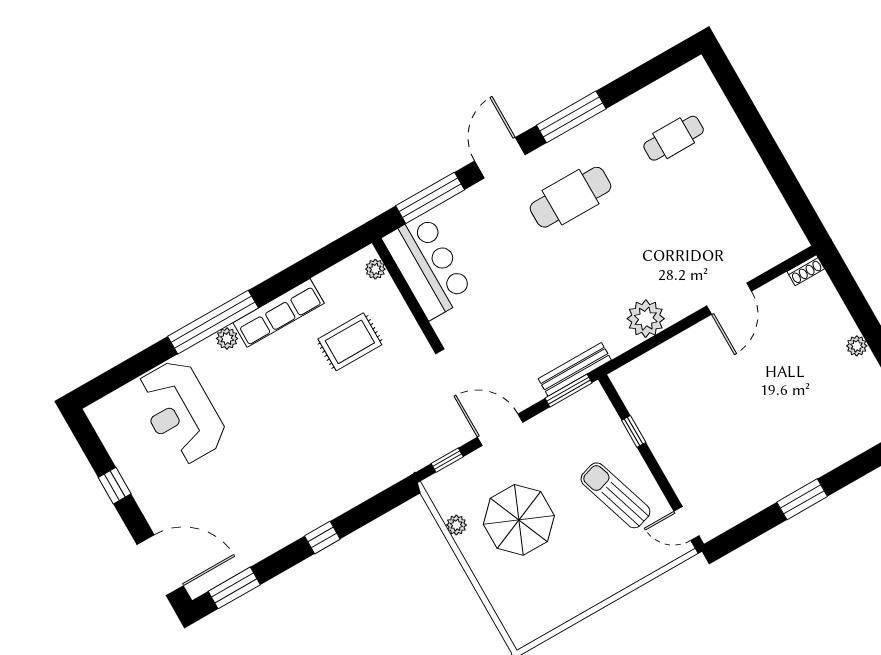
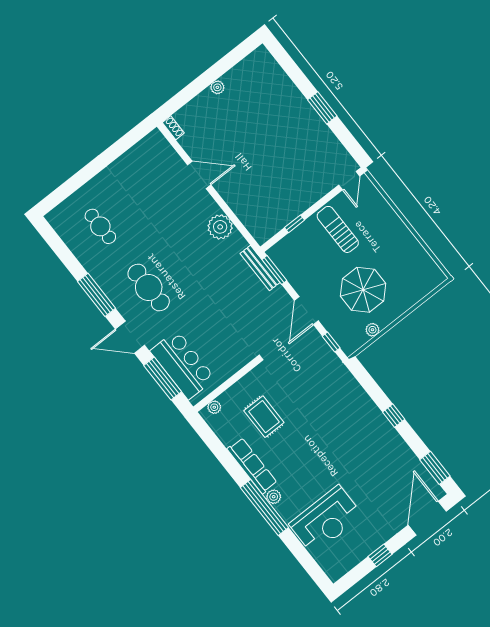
bar counter: (428, 266) -> (183, 365), moved, turned 90
sun lounger: (615, 495) -> (338, 229), turned 108

